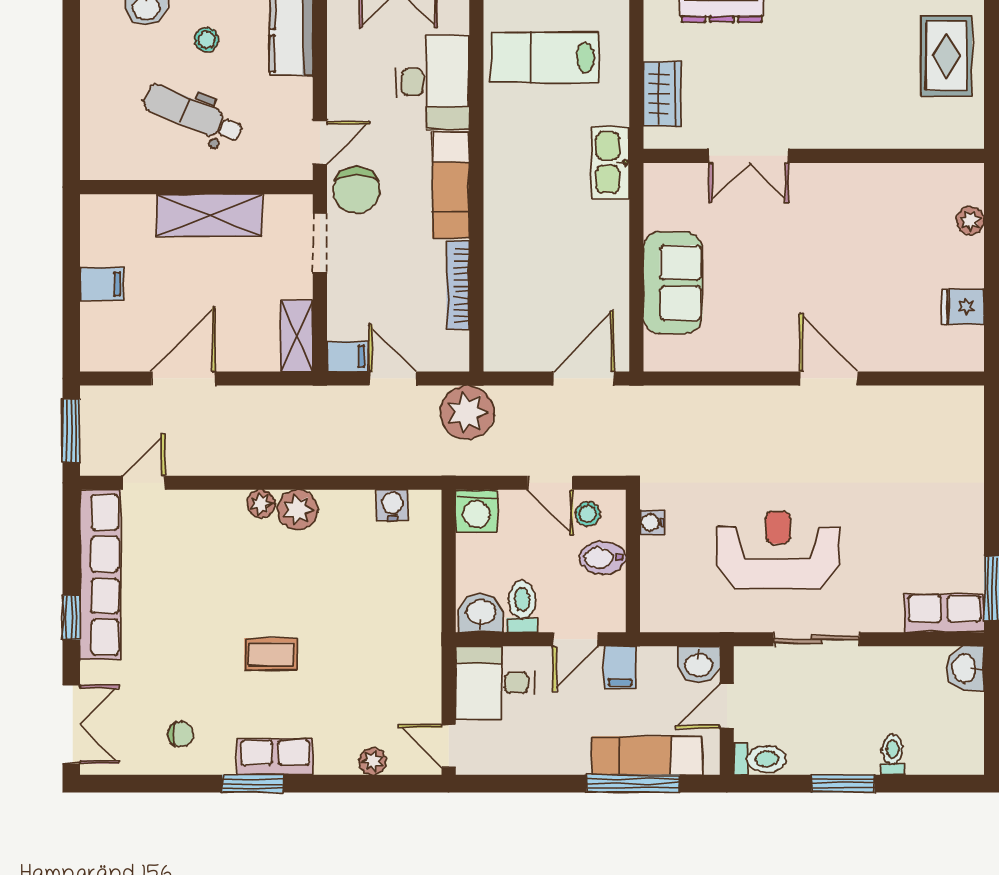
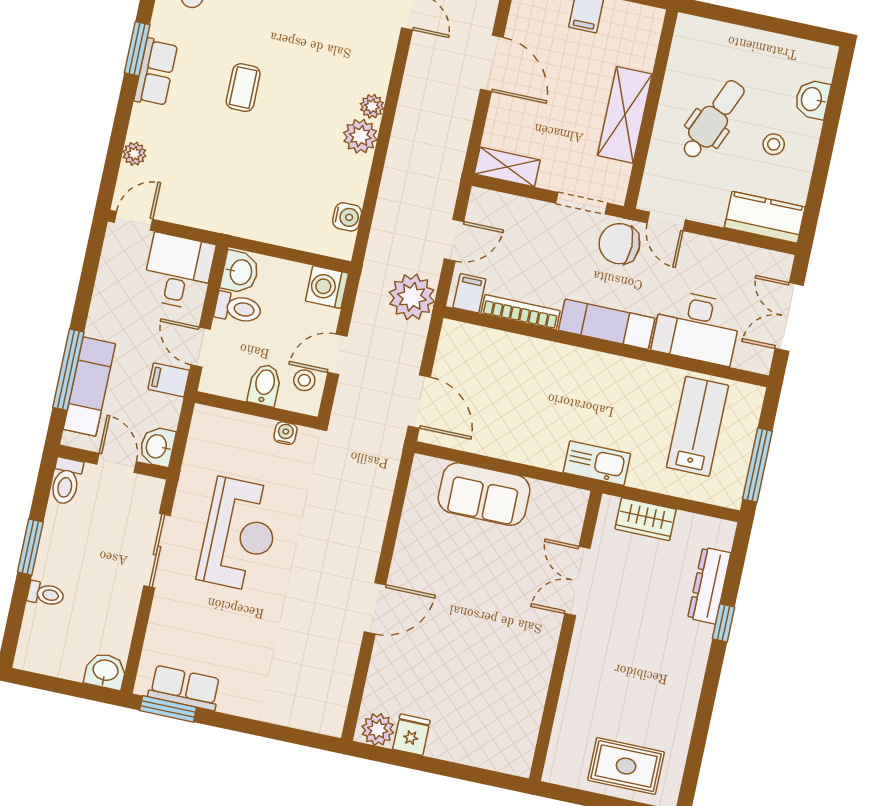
plant: (970, 221) -> (378, 729), moved, width x1.38, depth x1.38
filing cabinet: (347, 356) -> (469, 293), moved, turned 180
row of seats: (944, 613) -> (184, 688), moved, turned -90

